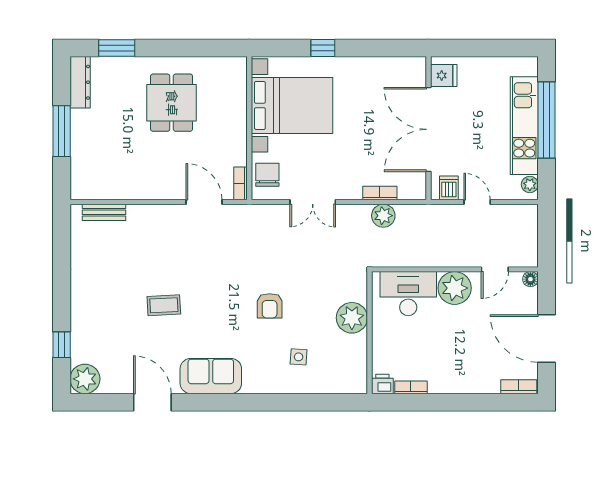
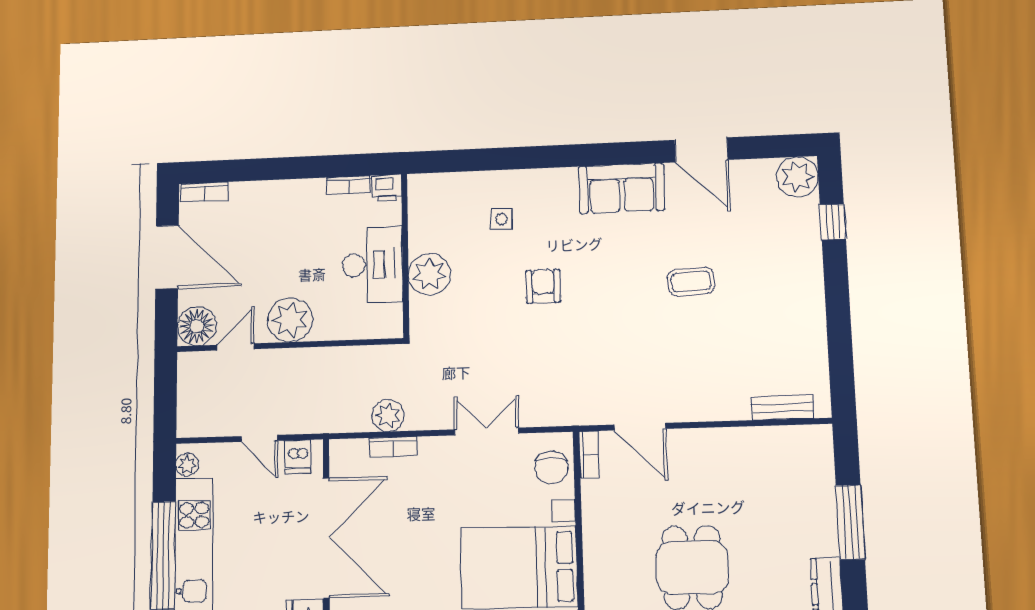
floor lamp: (530, 279) -> (197, 326), width x1.89, depth x1.89
desk: (408, 294) -> (372, 265), moved, turned -90

